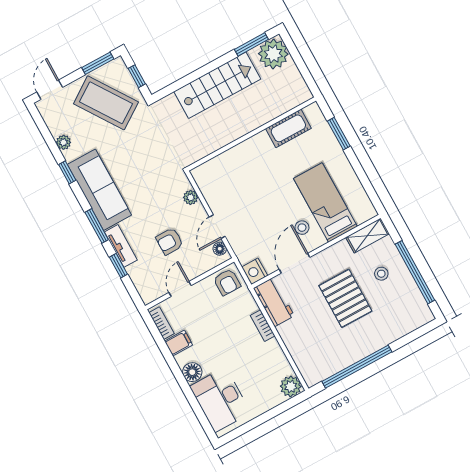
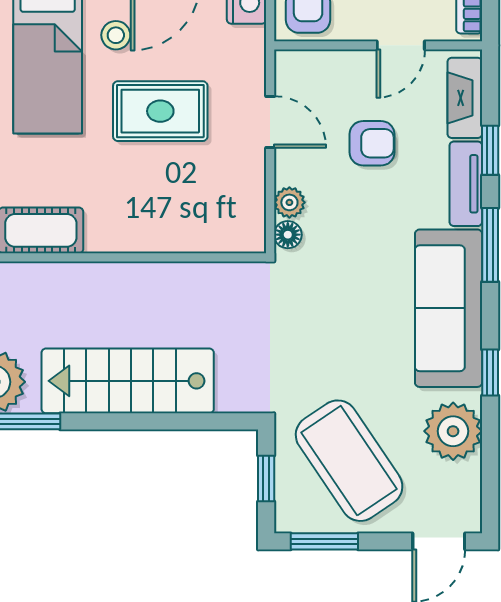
plant: (63, 142) -> (453, 431), width x1.88, depth x1.88
rug: (266, 206) -> (160, 111), added
door: (217, 227) -> (270, 122), hinge flipped
floor lamp: (220, 249) -> (288, 235), moved
fireplace: (141, 282) -> (465, 98), added

